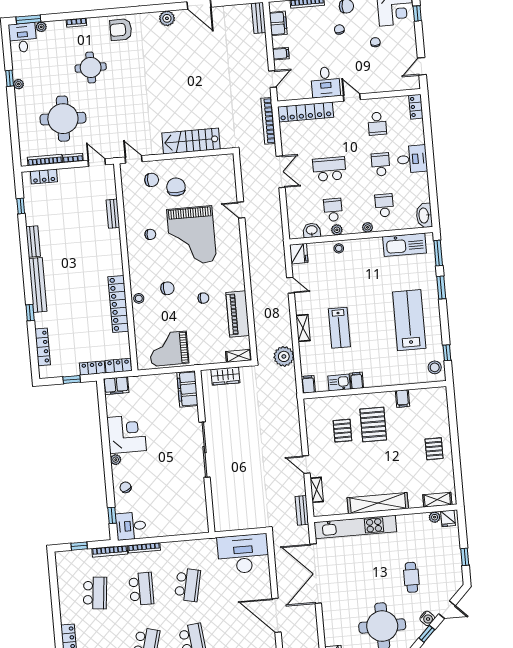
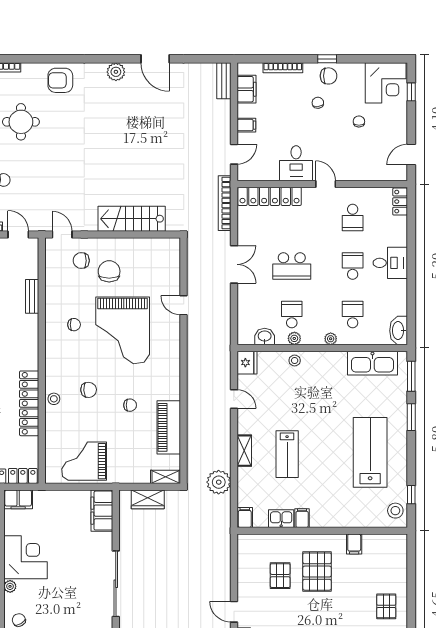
school desk: (329, 169) -> (292, 266), turned 180
chair: (152, 180) -> (81, 261), turned 180

